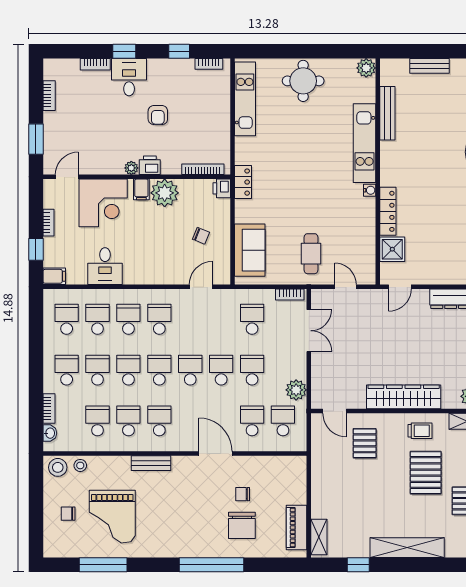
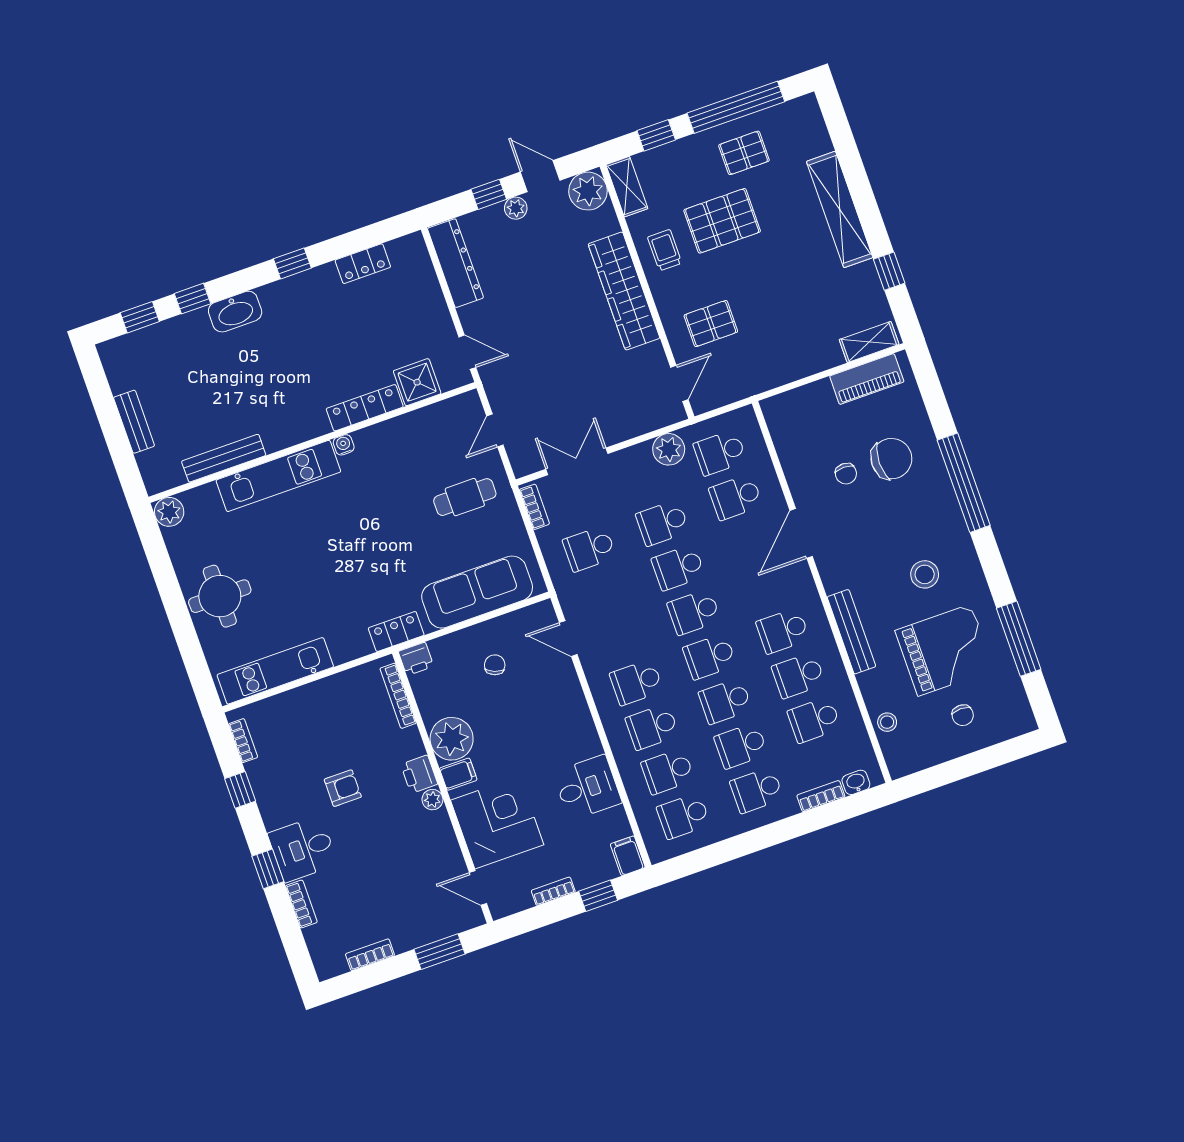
sofa: (250, 250) -> (477, 592), width x1.36
bench: (151, 463) -> (851, 632), width x1.36
stool: (58, 467) -> (925, 574), moved

